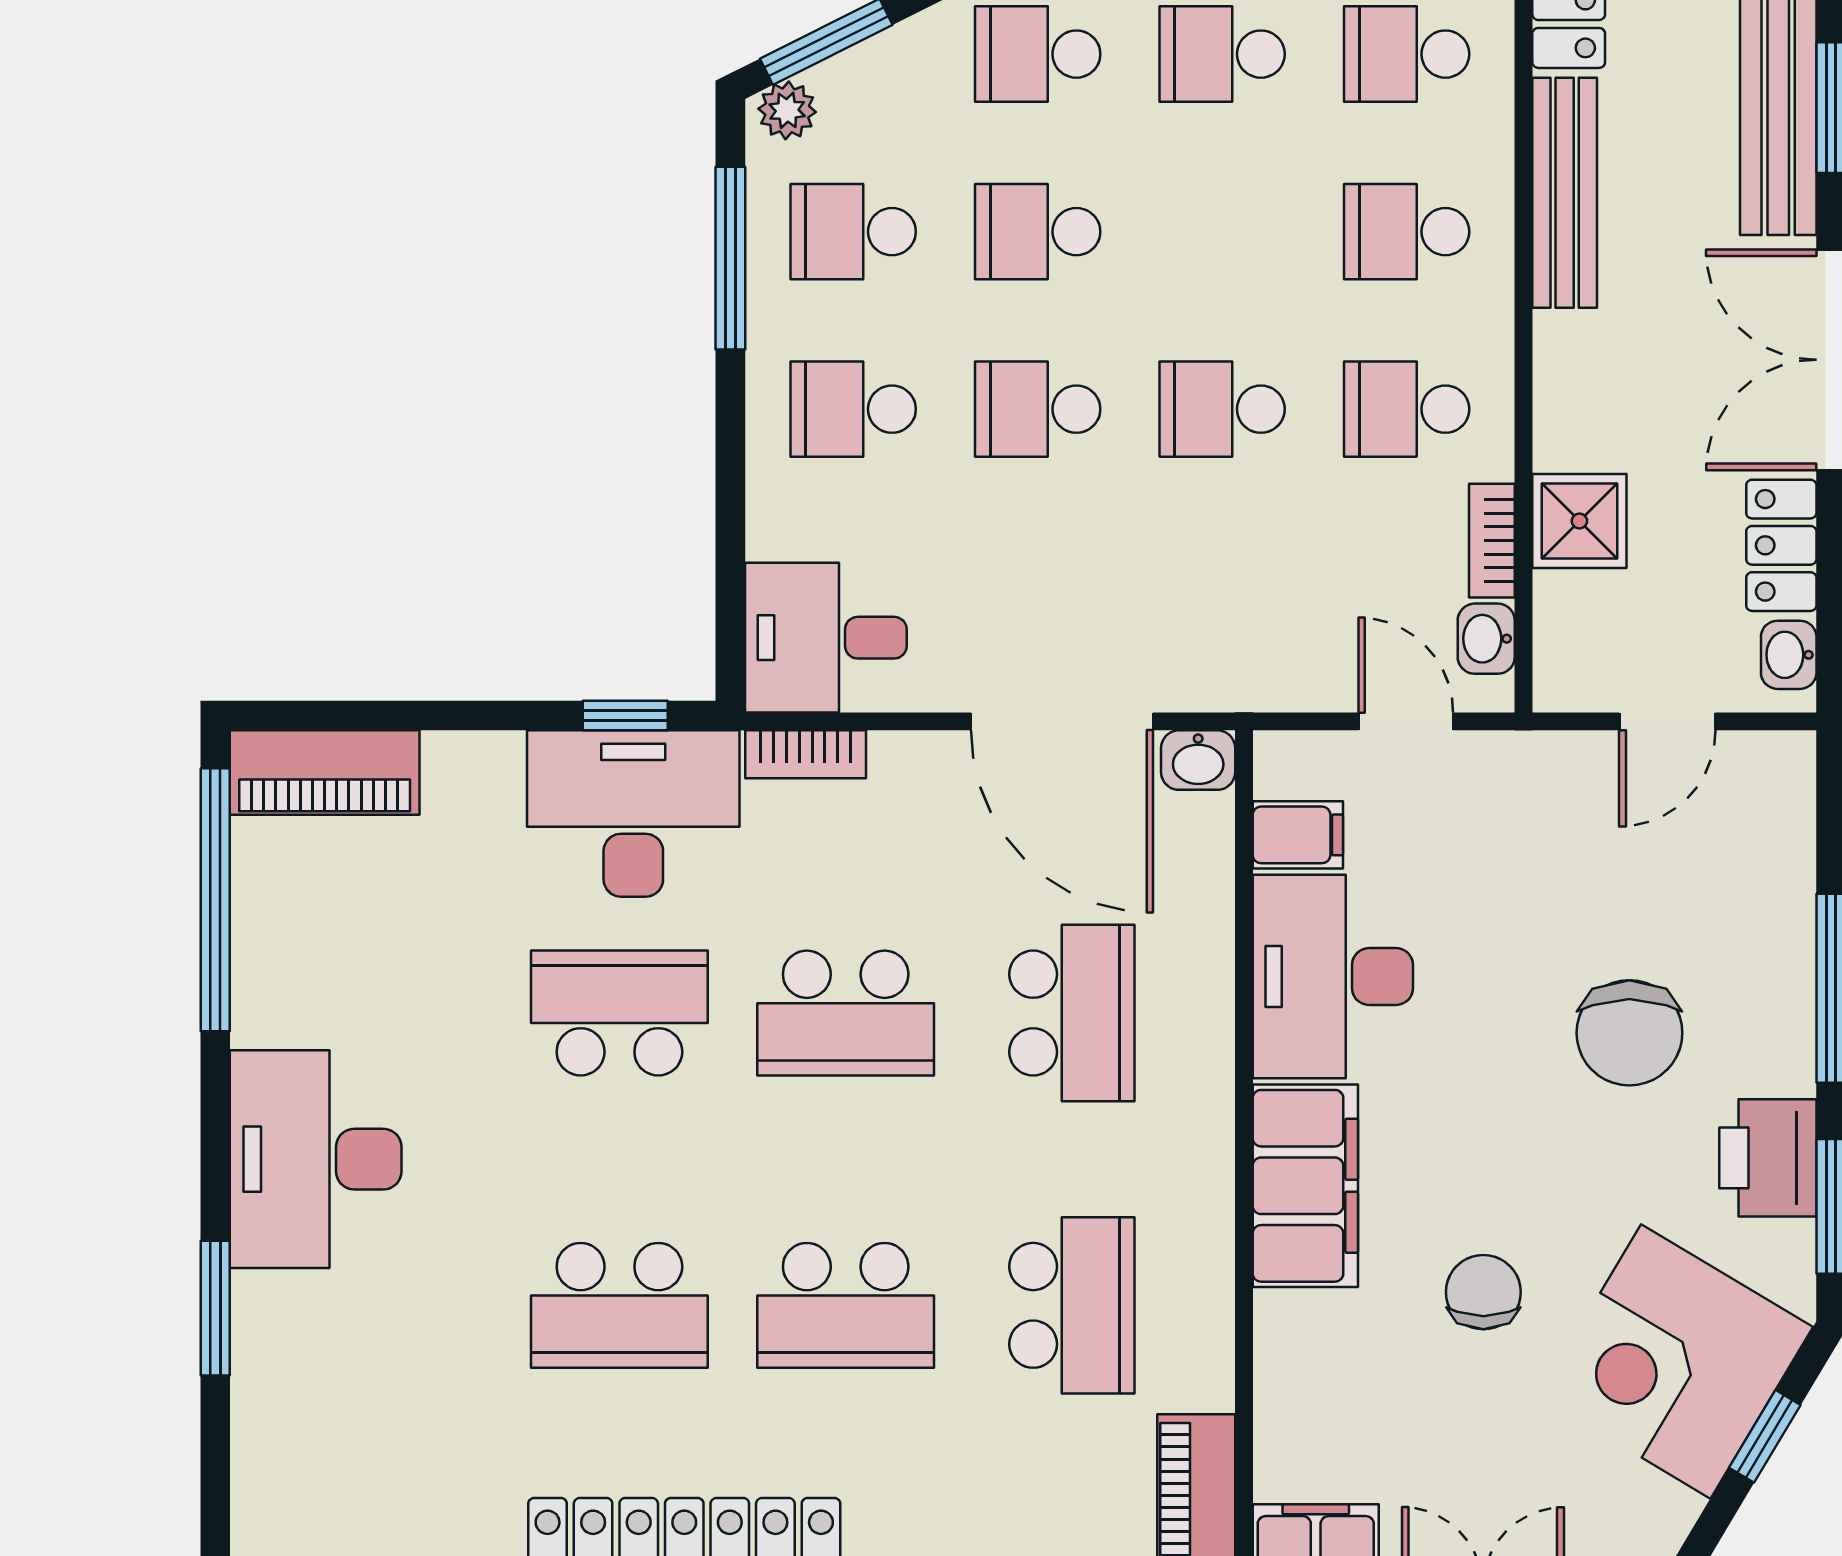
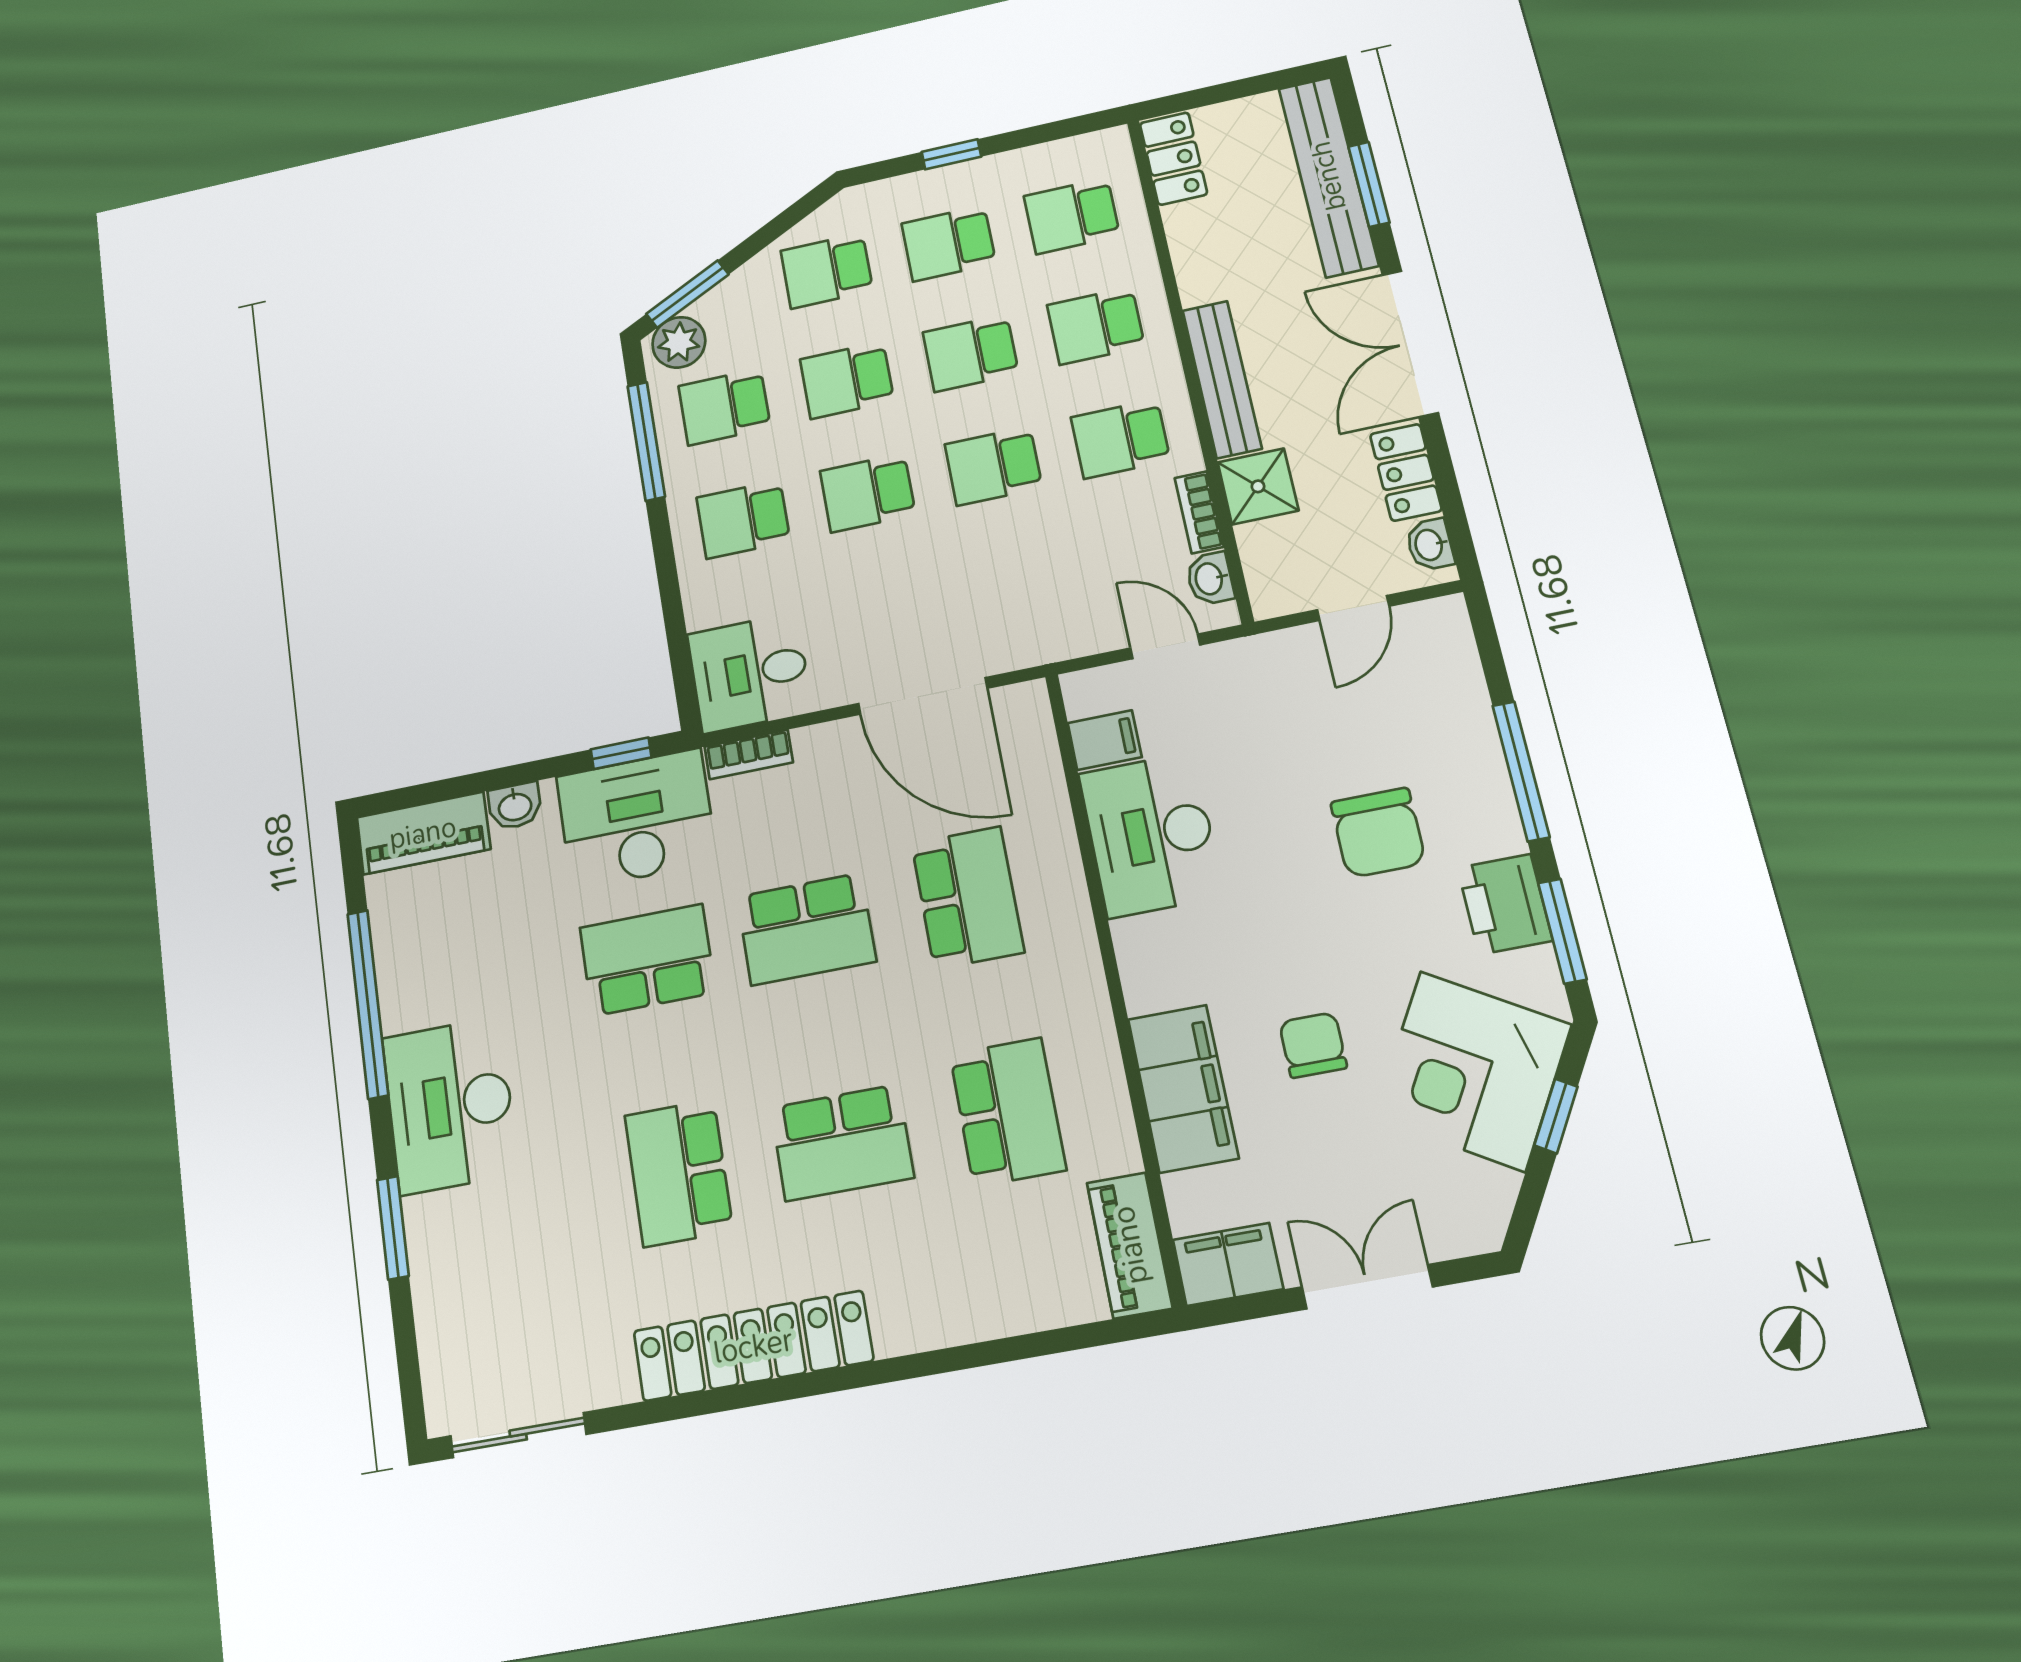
plant: (787, 110) -> (679, 342), width x1.38, depth x1.38
bench: (1565, 193) -> (1222, 379), moved
school desk: (1222, 232) -> (971, 353), added
washbasin: (1198, 760) -> (515, 806), moved
window: (215, 900) -> (368, 1004), moved
filing cabinet: (1305, 1186) -> (1183, 1088), moved
school desk: (619, 1305) -> (679, 1173), turned 90

